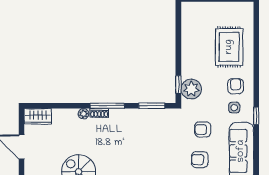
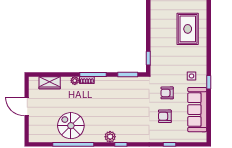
armchair: (236, 86) -> (193, 59), removed
plant: (191, 89) -> (158, 62), removed
wardrobe: (38, 116) -> (50, 83), moved

